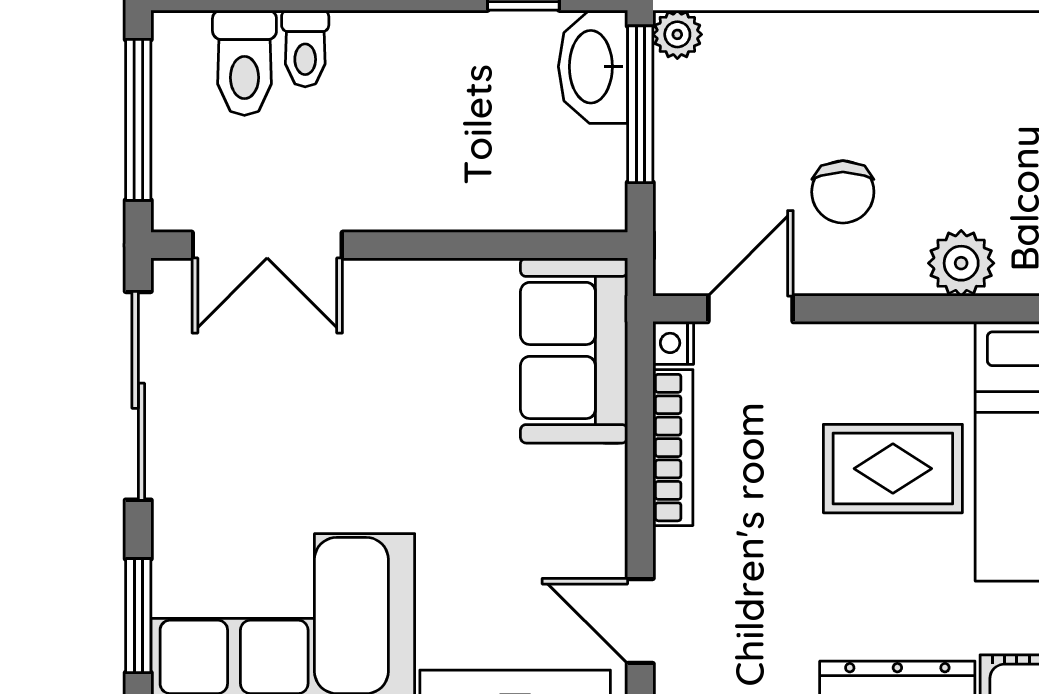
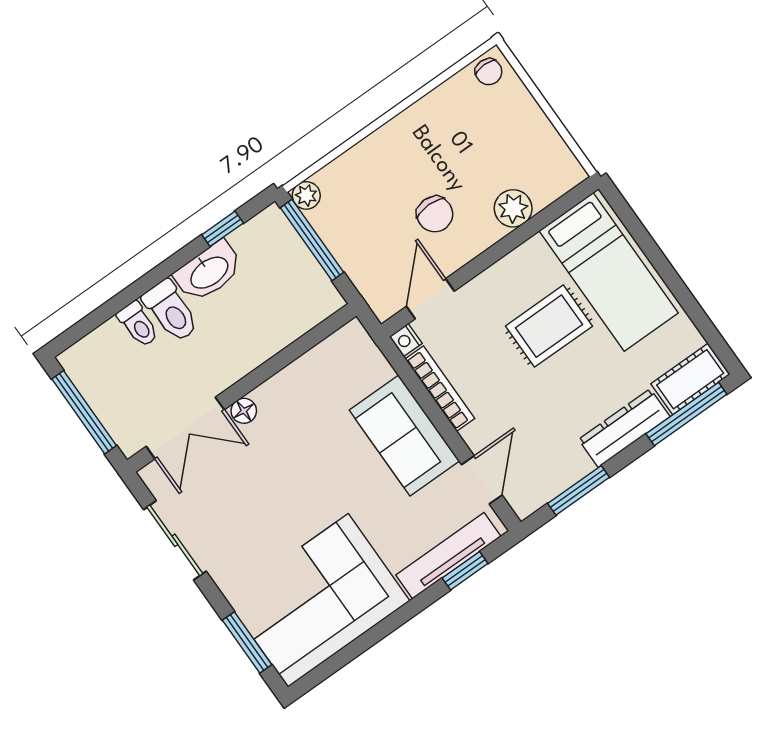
toilet: (244, 63) -> (171, 311), moved
washbasin: (593, 67) -> (209, 272), moved, turned -90
floor lamp: (369, 280) -> (244, 411), added
sofa: (574, 350) -> (404, 436), moved
sliding door: (138, 396) -> (175, 540), width x0.73
door: (640, 621) -> (482, 480), swing flipped

